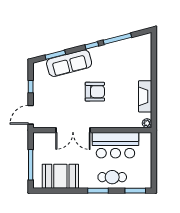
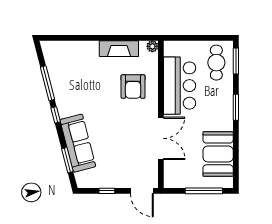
armchair: (95, 92) -> (133, 87), moved, turned 180
cafe table: (112, 177) -> (216, 63), moved

